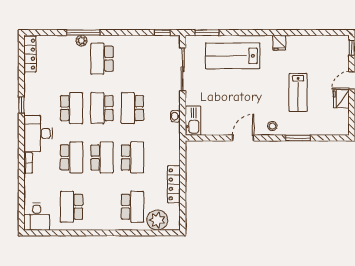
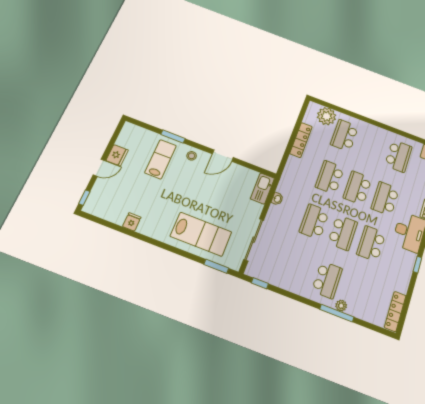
fridge: (279, 43) -> (132, 222), moved
lab bench: (298, 93) -> (161, 159), moved
school desk: (132, 108) -> (314, 222), turned 180

